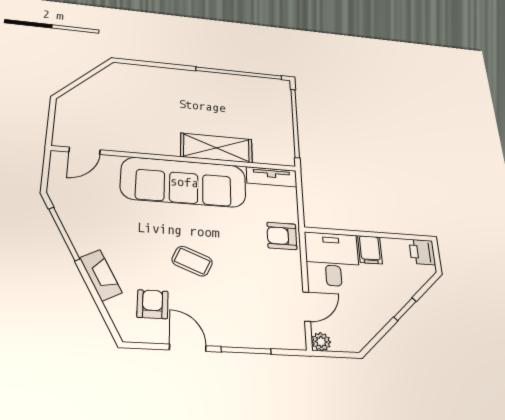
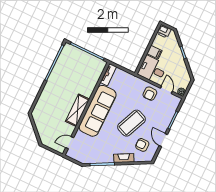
shelving: (216, 148) -> (77, 110), moved
door: (85, 151) -> (70, 143), swing flipped
armchair: (282, 236) -> (150, 94), moved
coffee table: (192, 261) -> (132, 123), width x1.86, depth x1.72
door: (188, 348) -> (163, 140), hinge flipped

